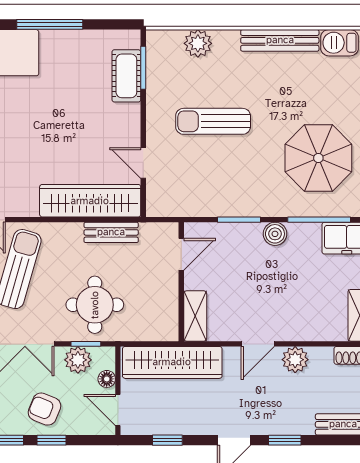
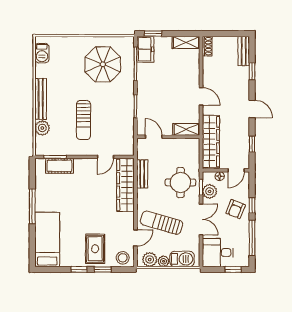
bench: (280, 40) -> (41, 99), moved
boiler: (275, 234) -> (143, 87), removed
plant: (295, 360) -> (209, 77), removed
window: (285, 440) -> (252, 71), moved

